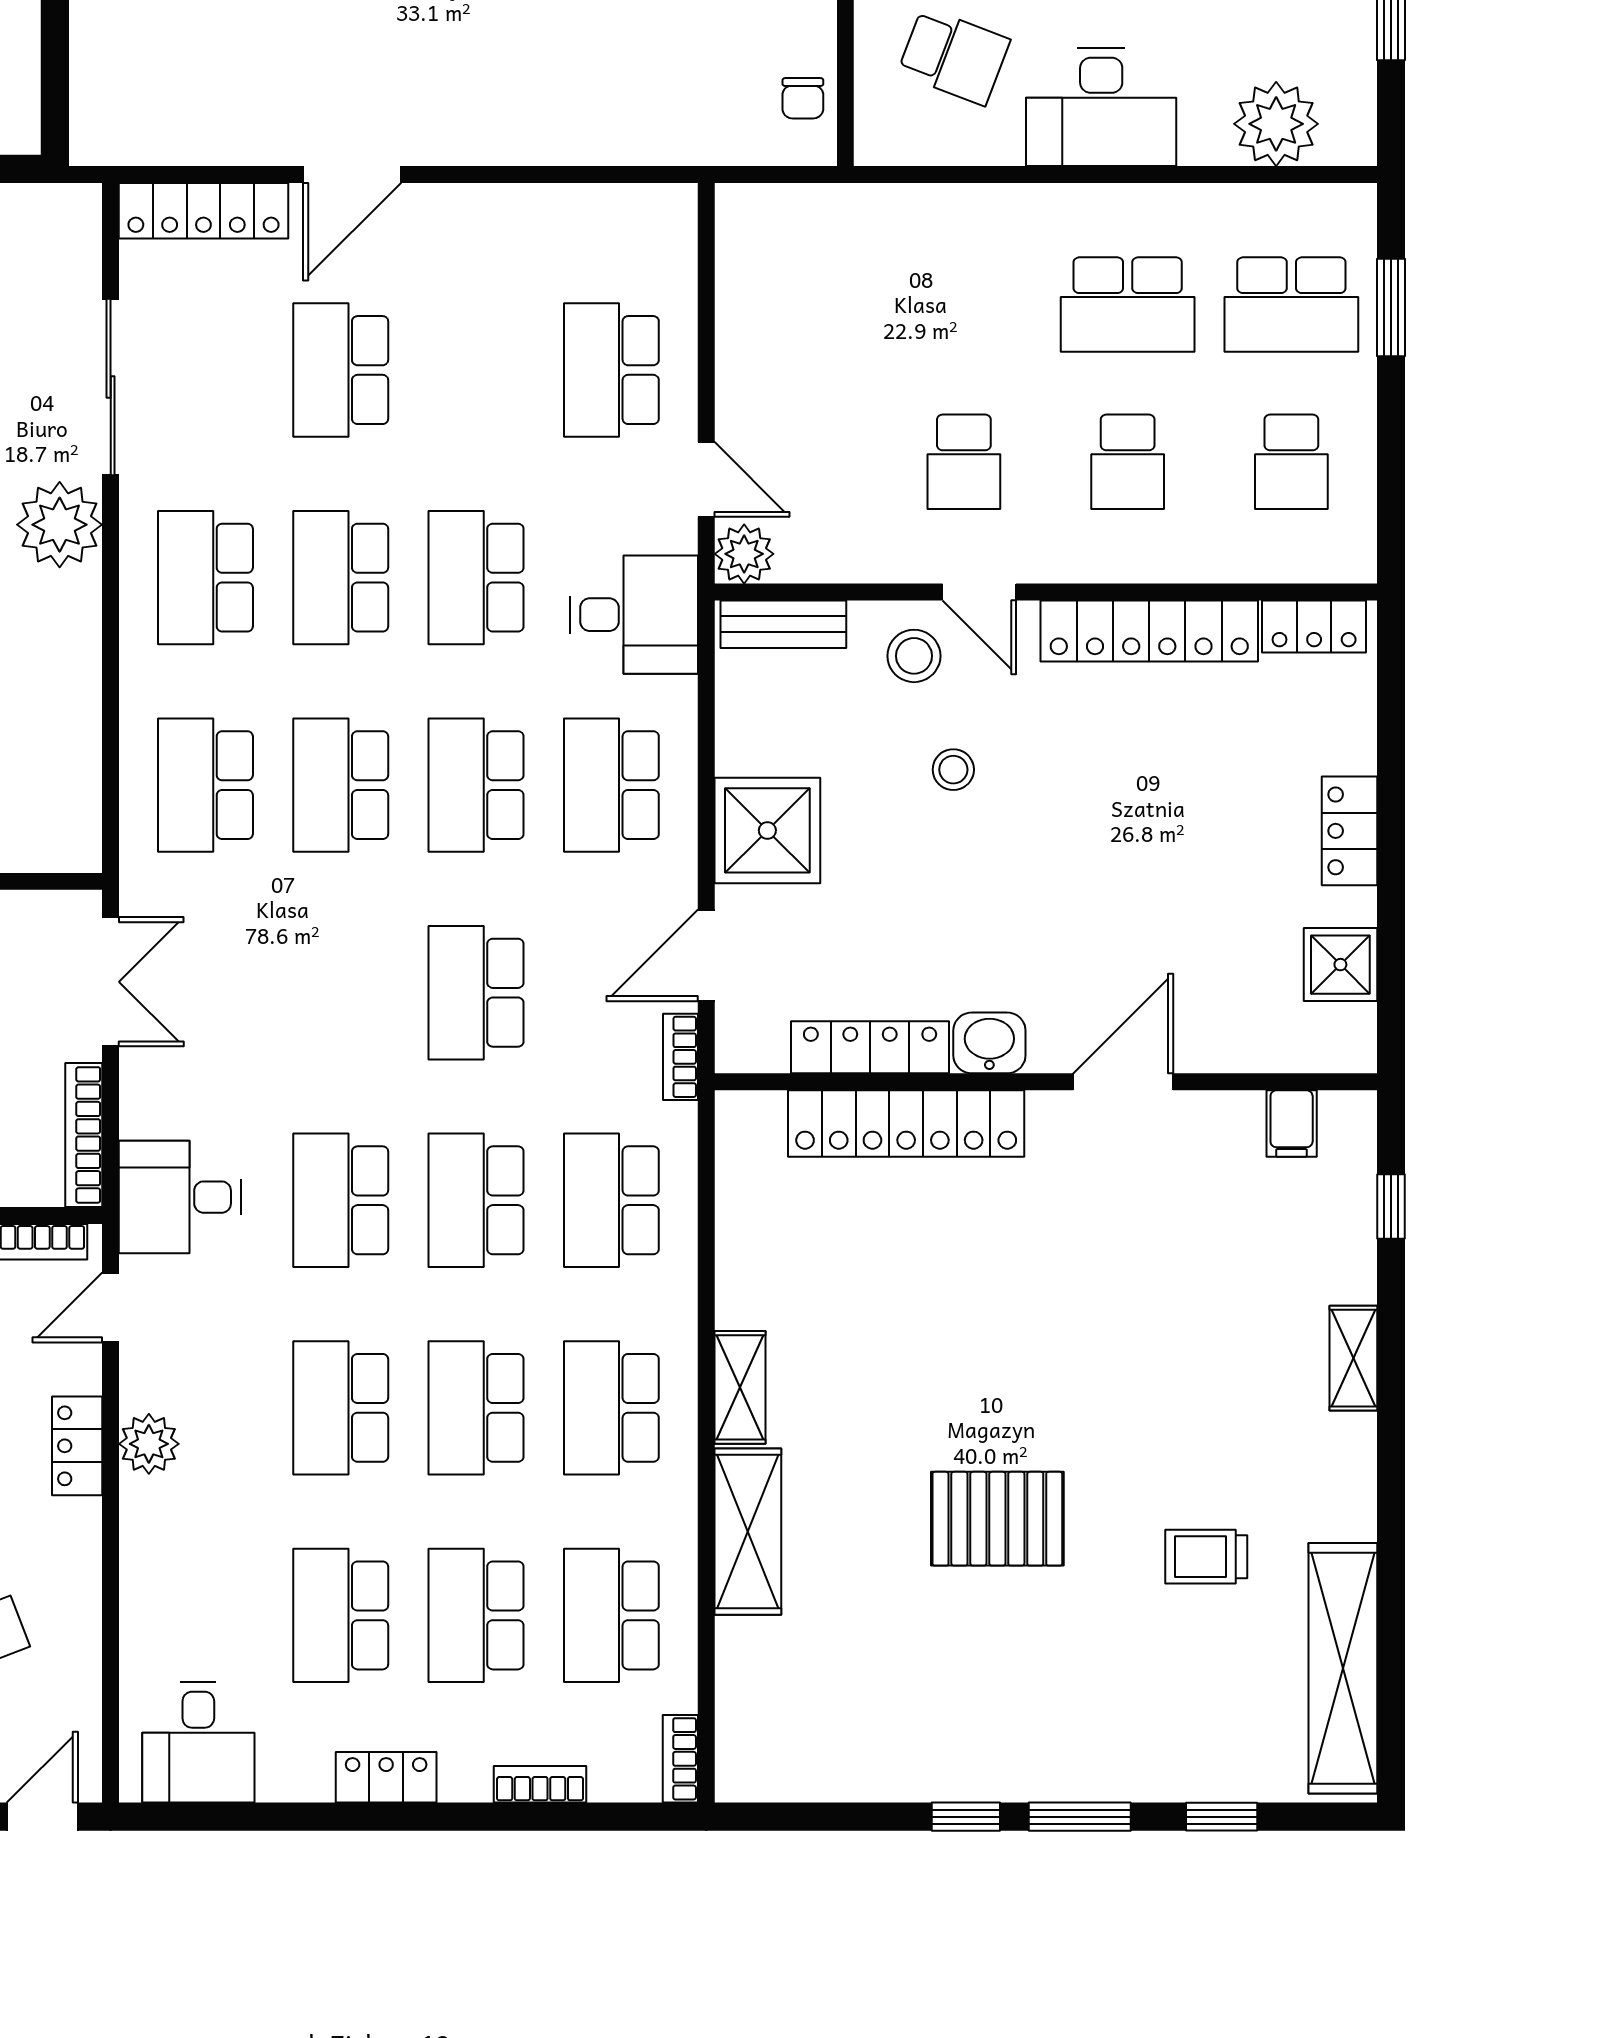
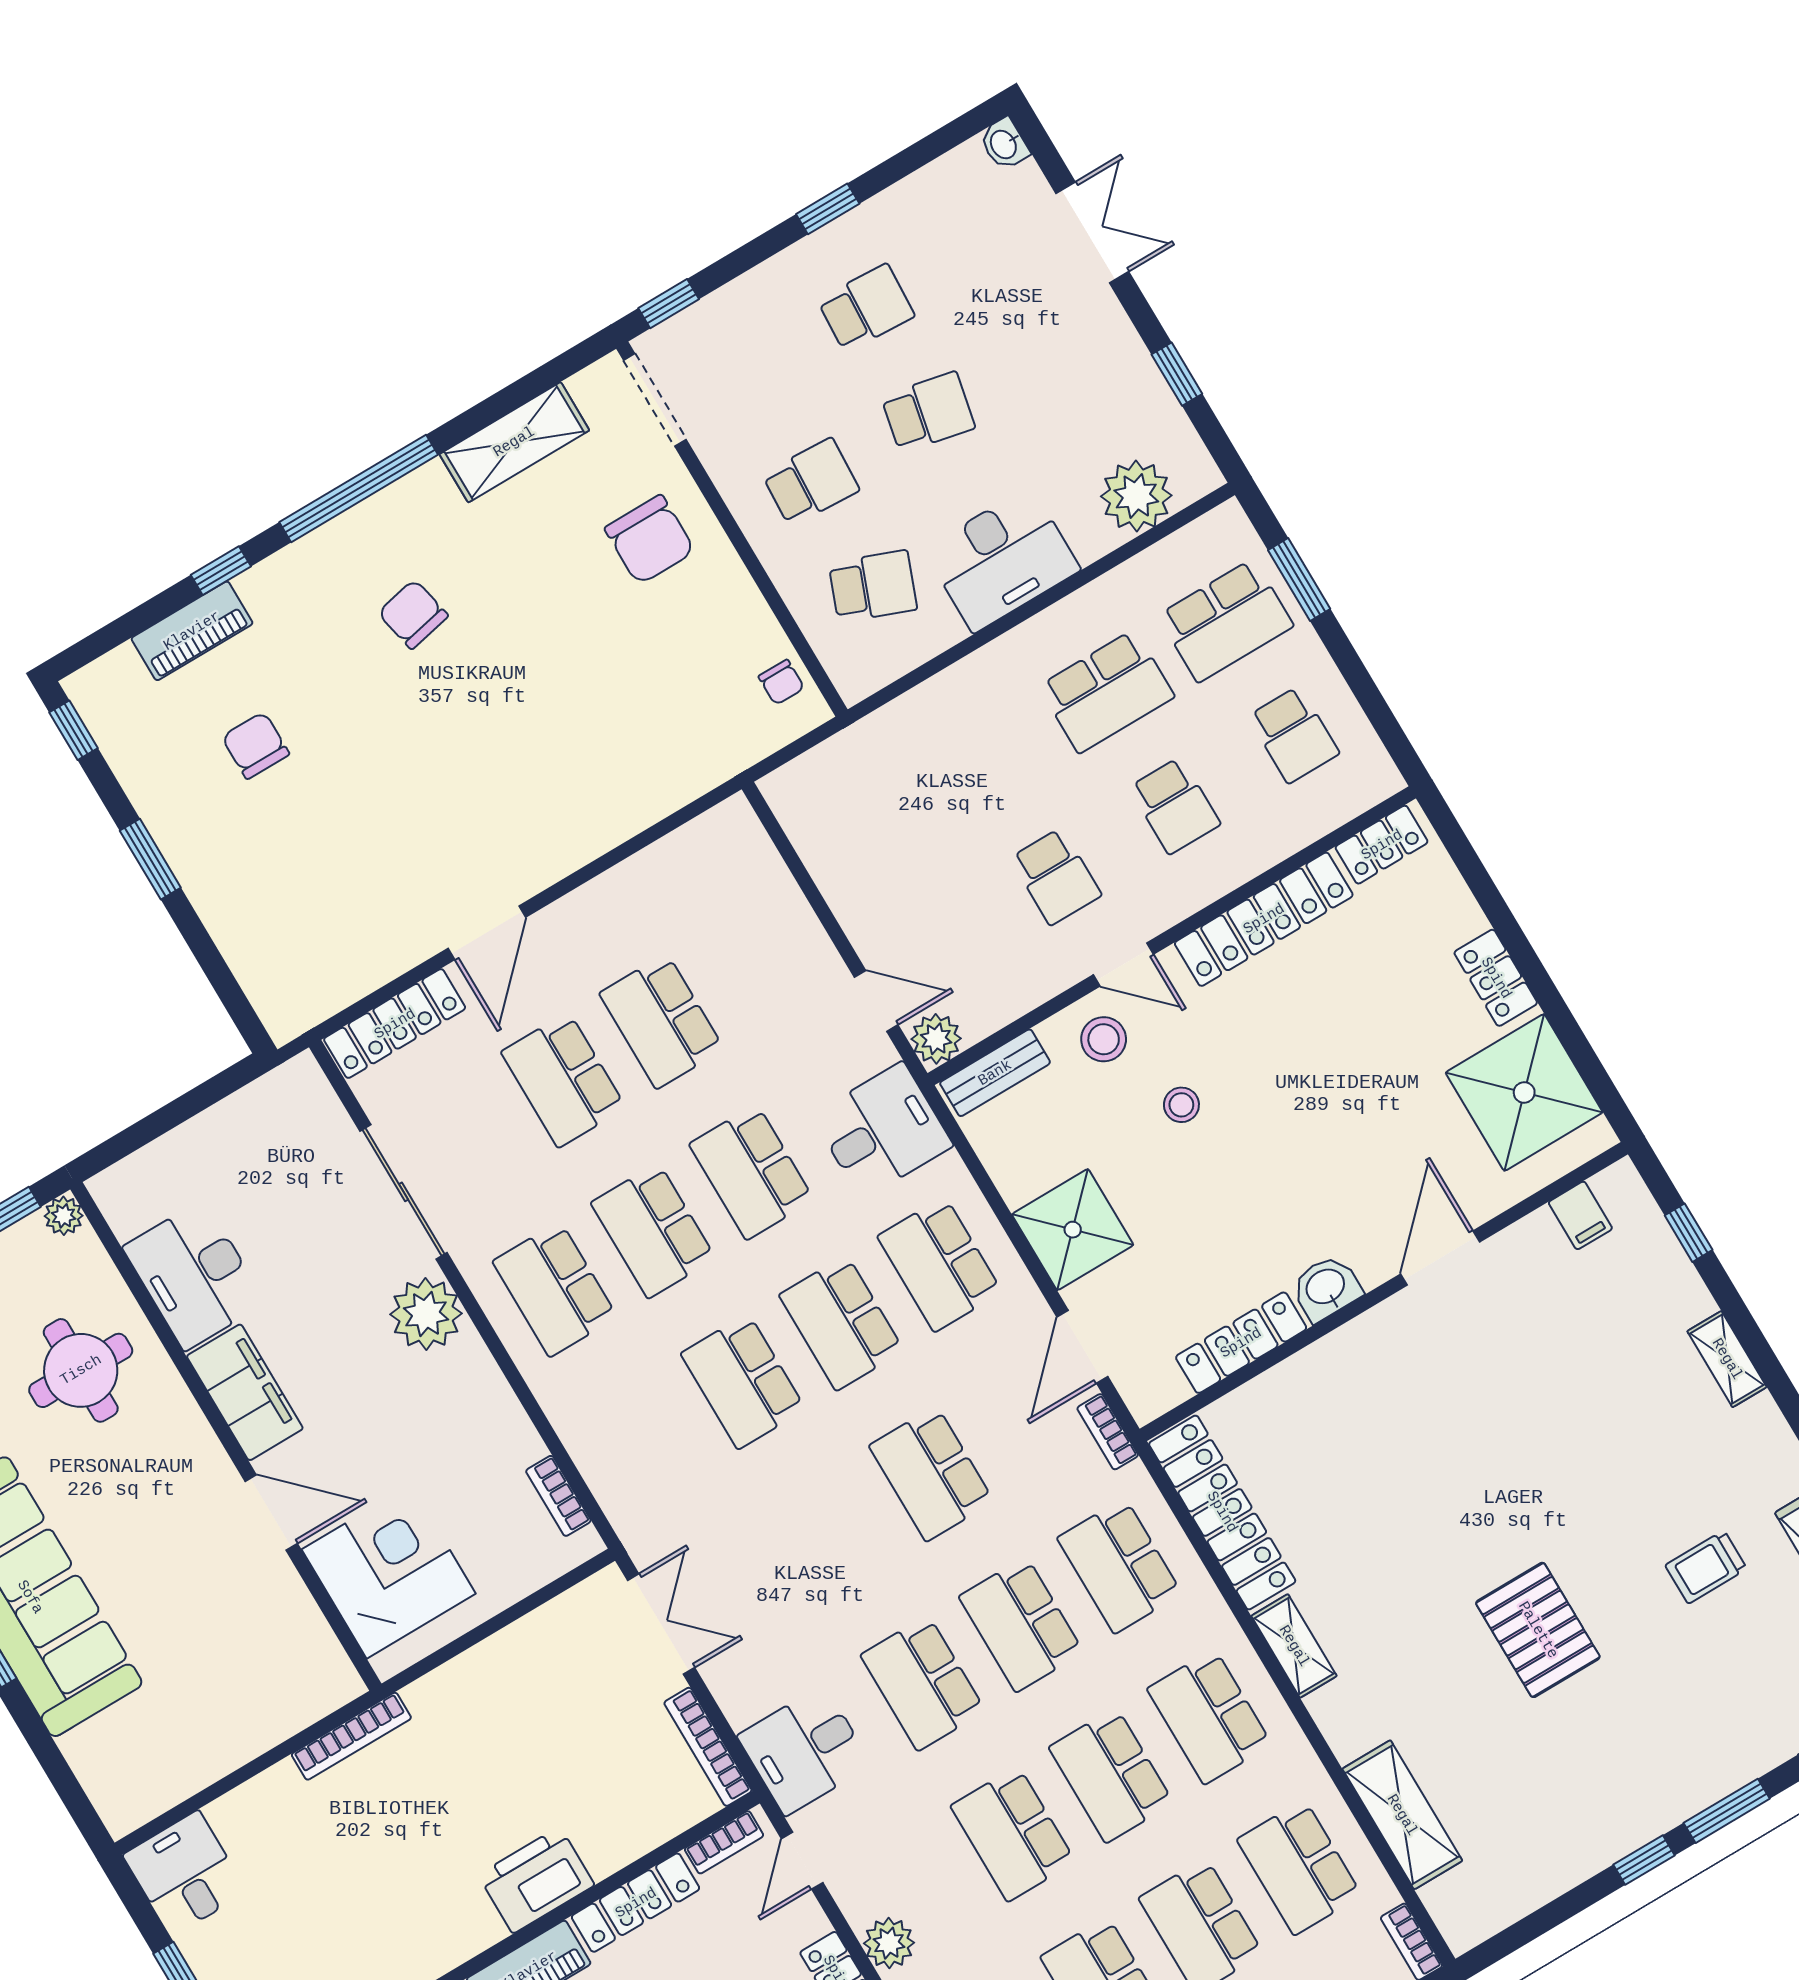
school desk: (611, 370) -> (662, 1021), moved
school desk: (205, 785) -> (645, 1440), removed
bookcase: (84, 790) -> (558, 1496), added
shower: (1340, 965) -> (1524, 1092), width x1.86, depth x1.86
locker: (906, 1124) -> (1222, 1512), moved, turned -90
pallet: (997, 1519) -> (1538, 1630), turned 90
shelving: (748, 1532) -> (1402, 1815), moved

